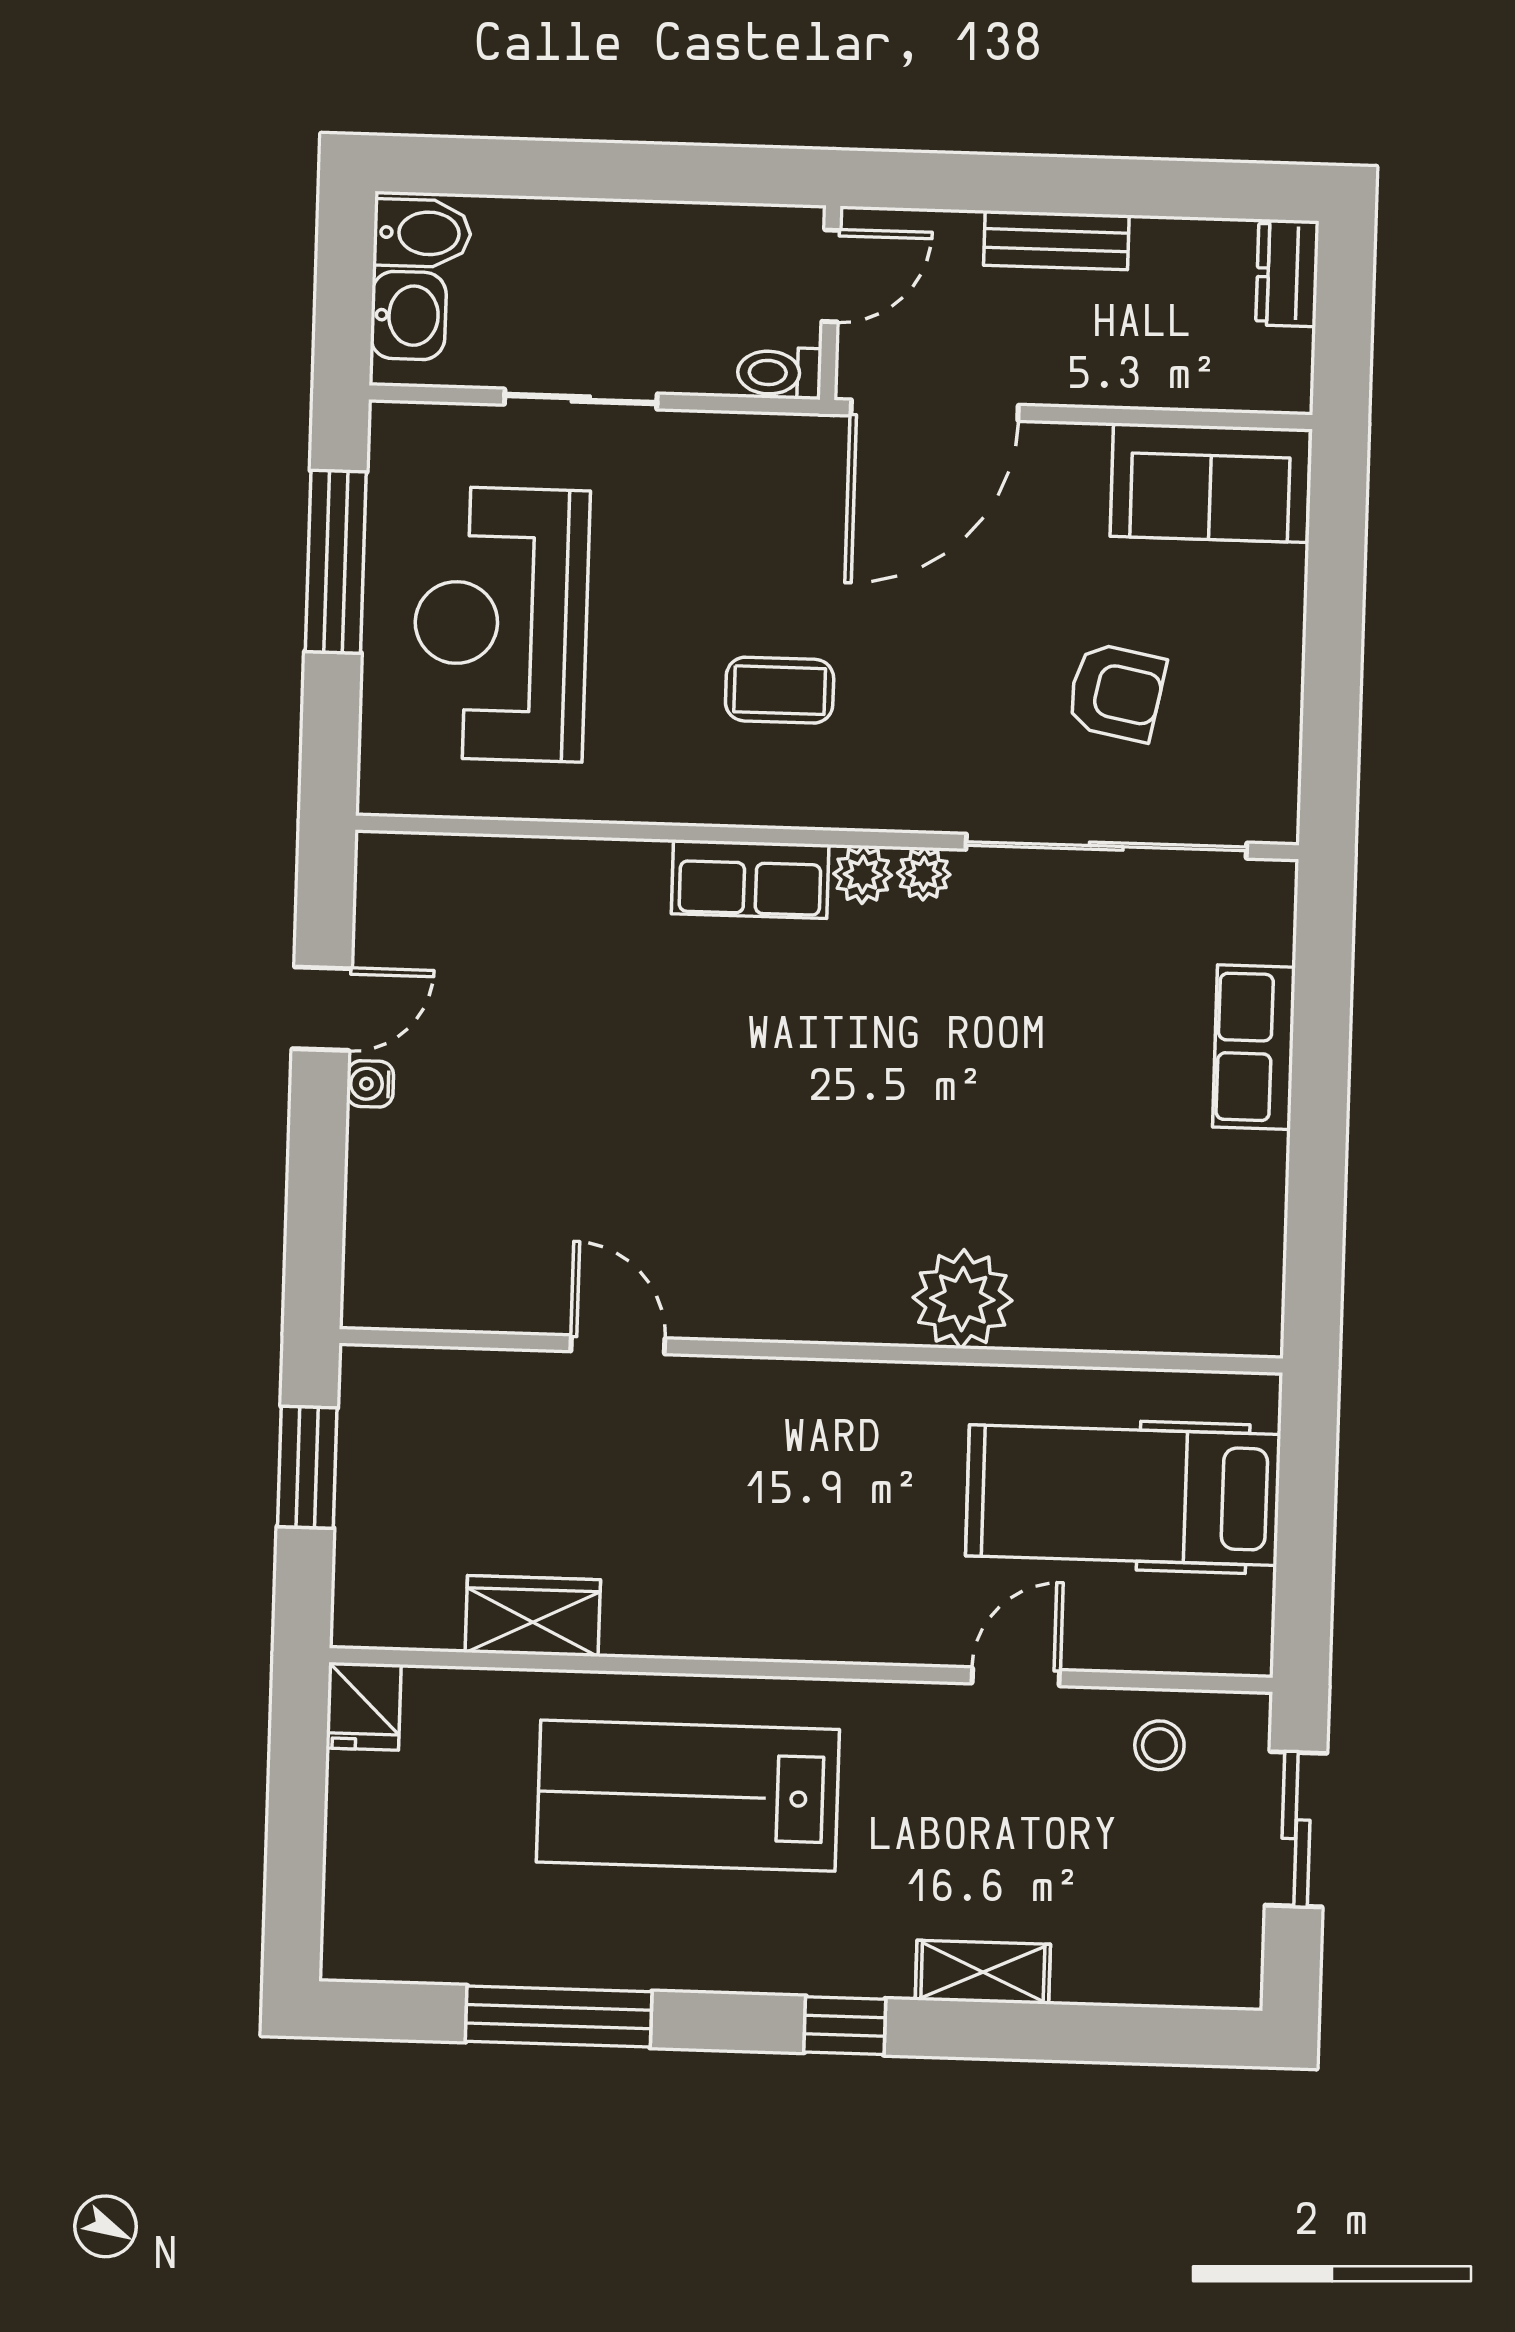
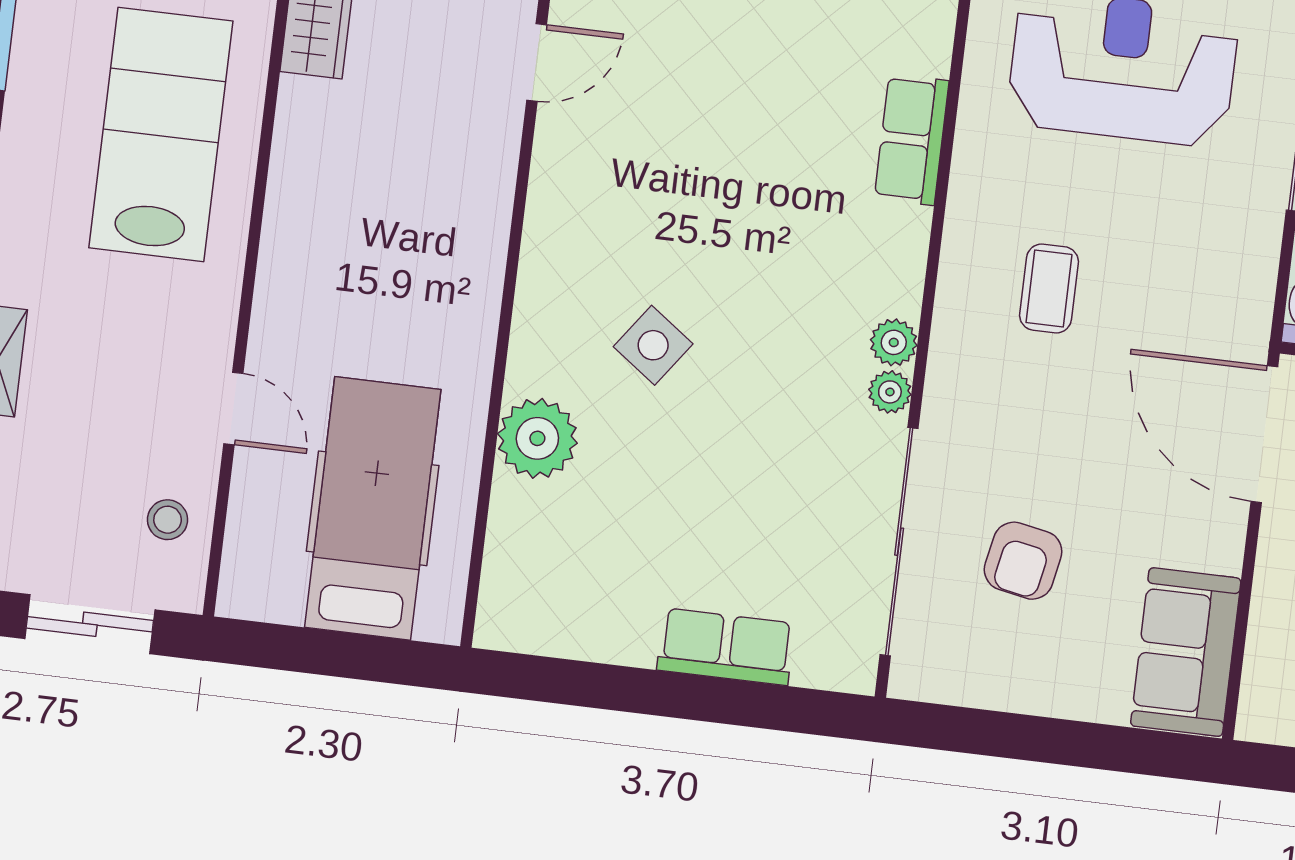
row of seats: (750, 879) -> (912, 140), moved
side table: (892, 1169) -> (653, 345), added
plant: (962, 1299) -> (537, 438), moved
door: (618, 1345) -> (537, 62), moved

